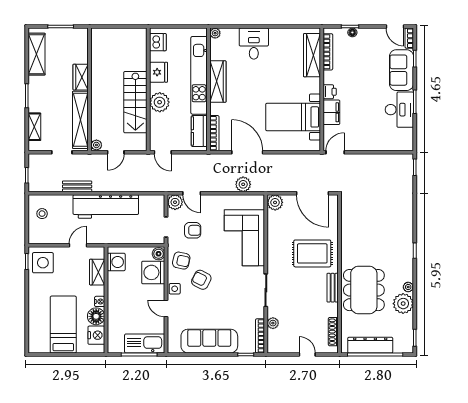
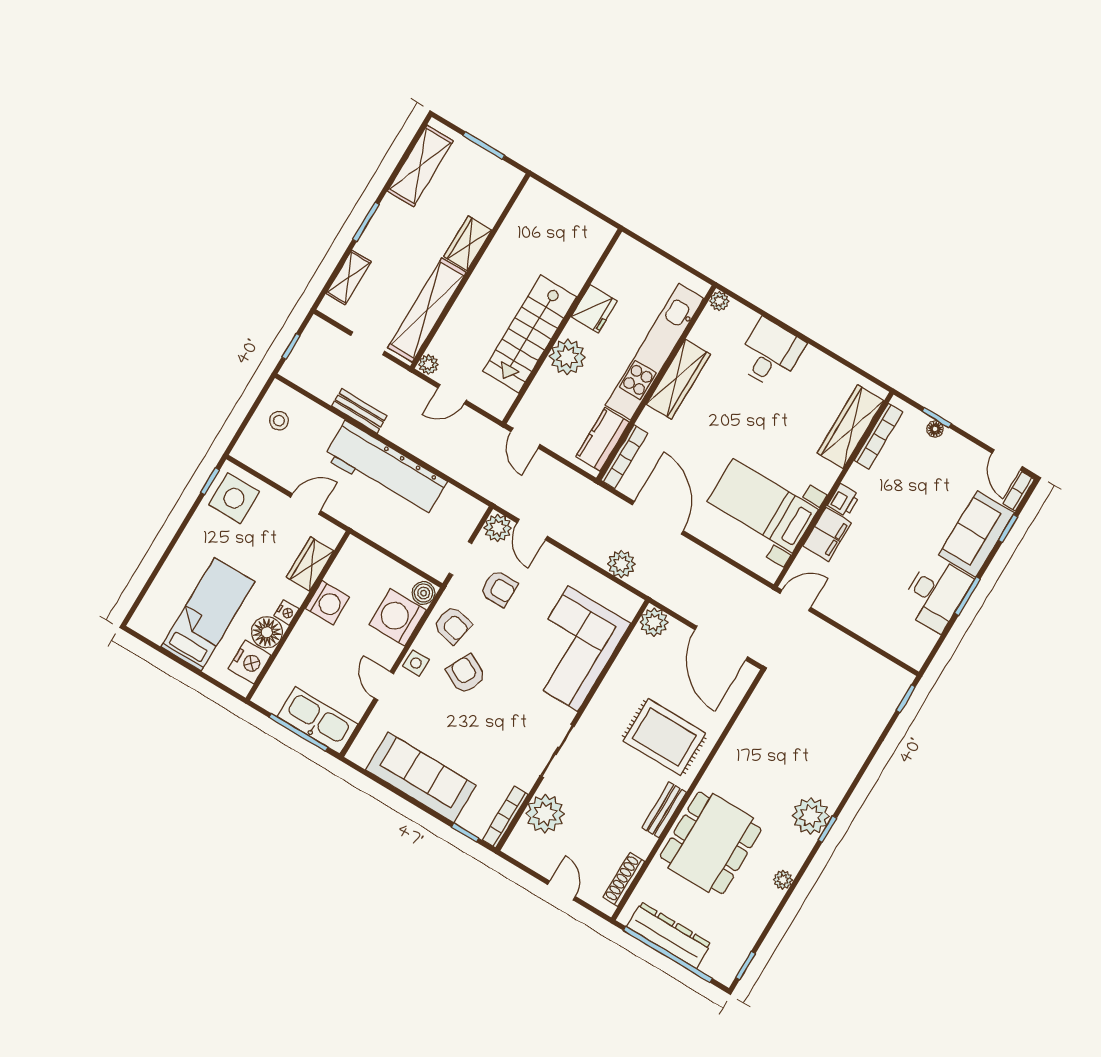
dishwasher: (158, 42) -> (621, 261), removed
washing machine: (116, 262) -> (328, 603), moved
plant: (403, 304) -> (811, 816), moved
plant: (273, 323) -> (545, 814), width x1.88, depth x1.88

